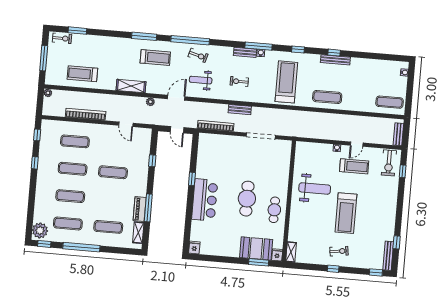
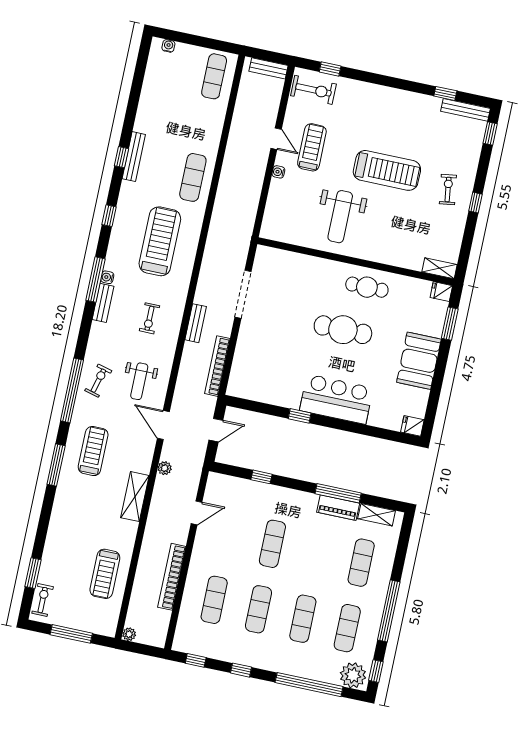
treadmill: (286, 82) -> (160, 241), turned 90
weight bench: (315, 188) -> (340, 217), turned 180
window: (31, 205) -> (309, 685), added
booth: (256, 248) -> (419, 361), moved

